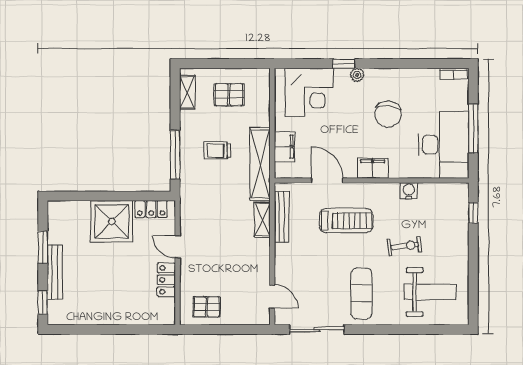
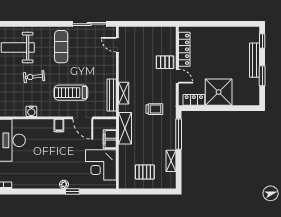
shelving: (187, 92) -> (171, 161), moved
corner desk: (309, 92) -> (101, 165), moved, turned -90
chair: (388, 114) -> (45, 160), removed
trolley: (217, 151) -> (154, 109), moved
shelving: (260, 164) -> (125, 128), width x0.68
filing cabinet: (373, 168) -> (59, 126), width x0.50
locker: (166, 280) -> (184, 49), width x1.53
pallet: (207, 307) -> (165, 62), moved

